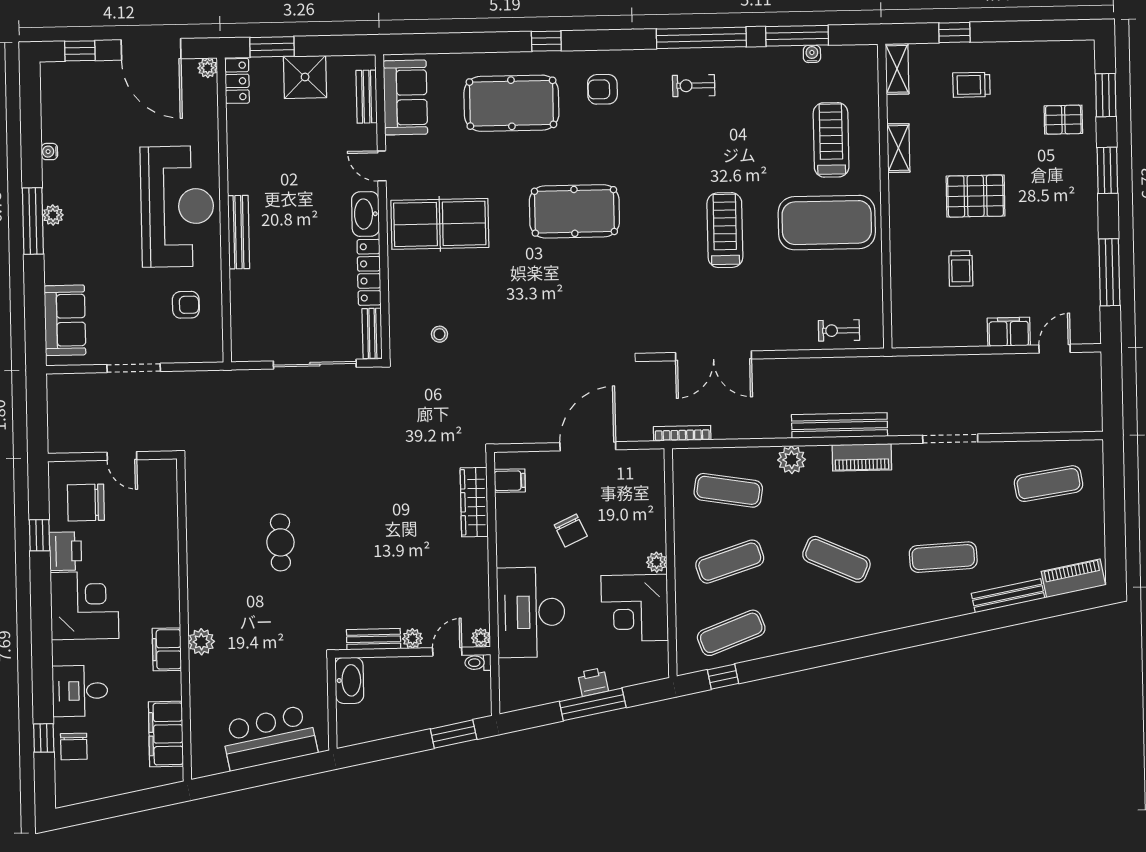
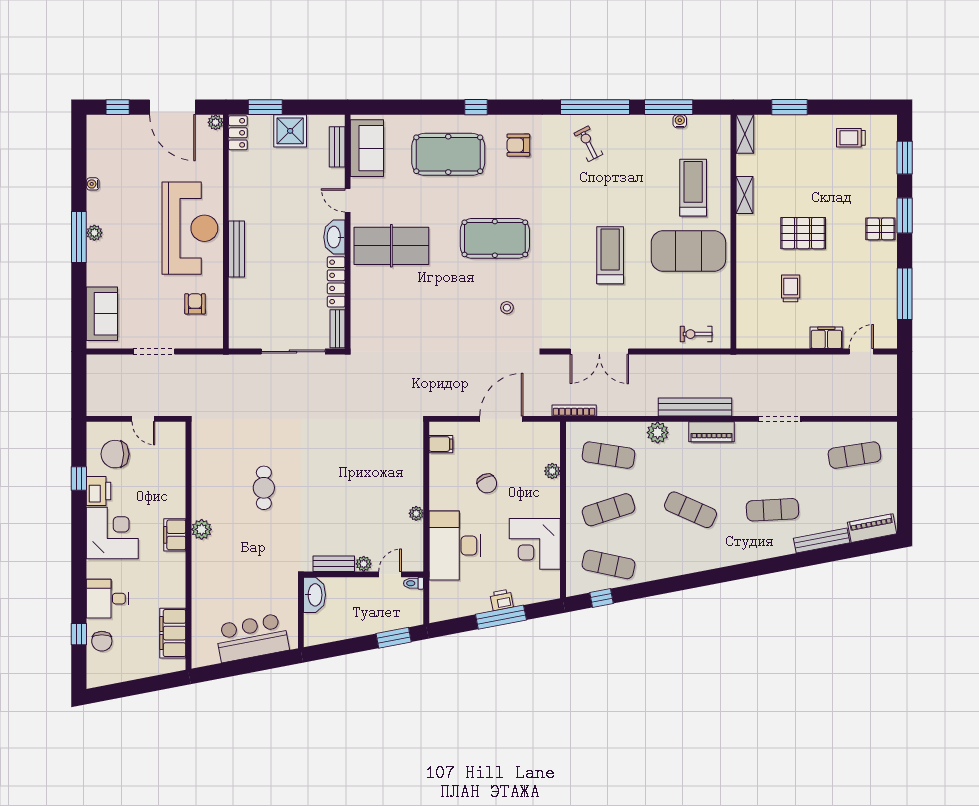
window: (954, 33) -> (790, 107), width x1.50
trolley: (971, 85) -> (851, 138), moved
exercise bike: (694, 86) -> (588, 144), turned 63
pallet: (1063, 120) -> (880, 229), moved
trolley: (961, 268) -> (791, 288), turned 180
armchair: (186, 305) -> (195, 304), turned -90
stool: (439, 334) -> (507, 308), moved
wardrobe: (474, 502) -> (413, 460), removed
plant: (657, 562) -> (552, 471), moved
exercise mat: (731, 633) -> (608, 565), turned 33
plant: (481, 638) -> (416, 513), moved
plant: (201, 642) -> (202, 529), moved
filing cabinet: (167, 649) -> (175, 535), moved

